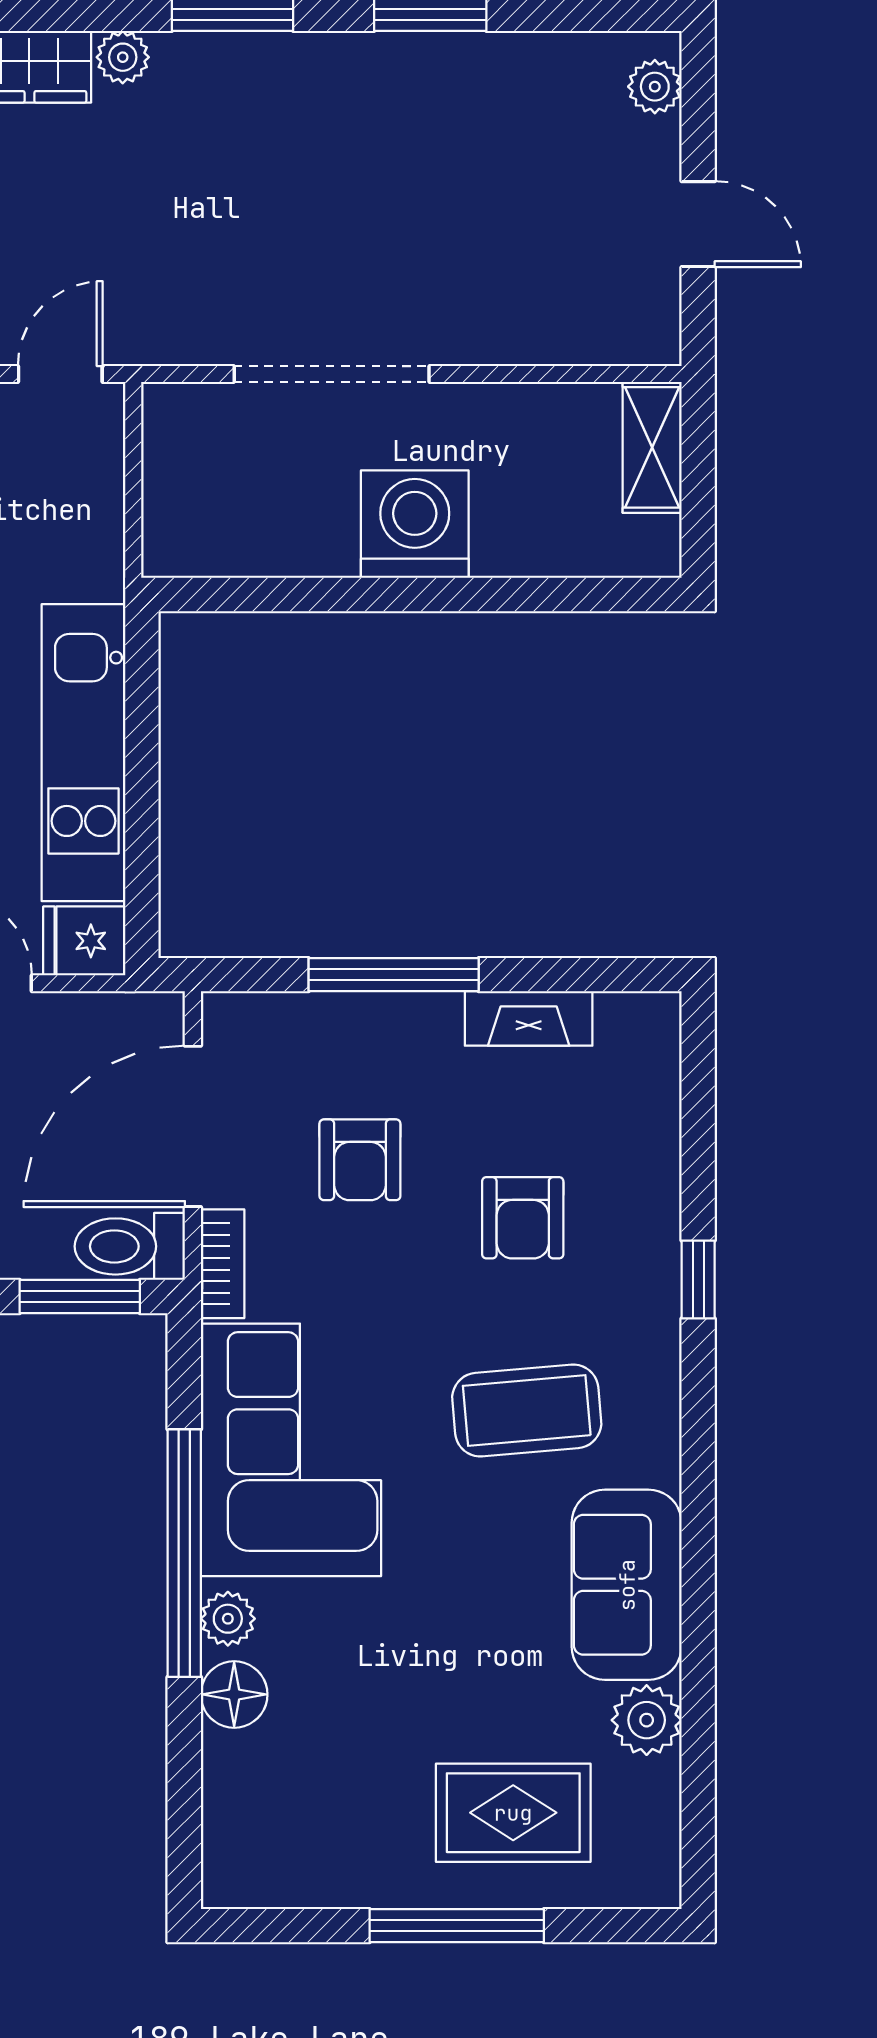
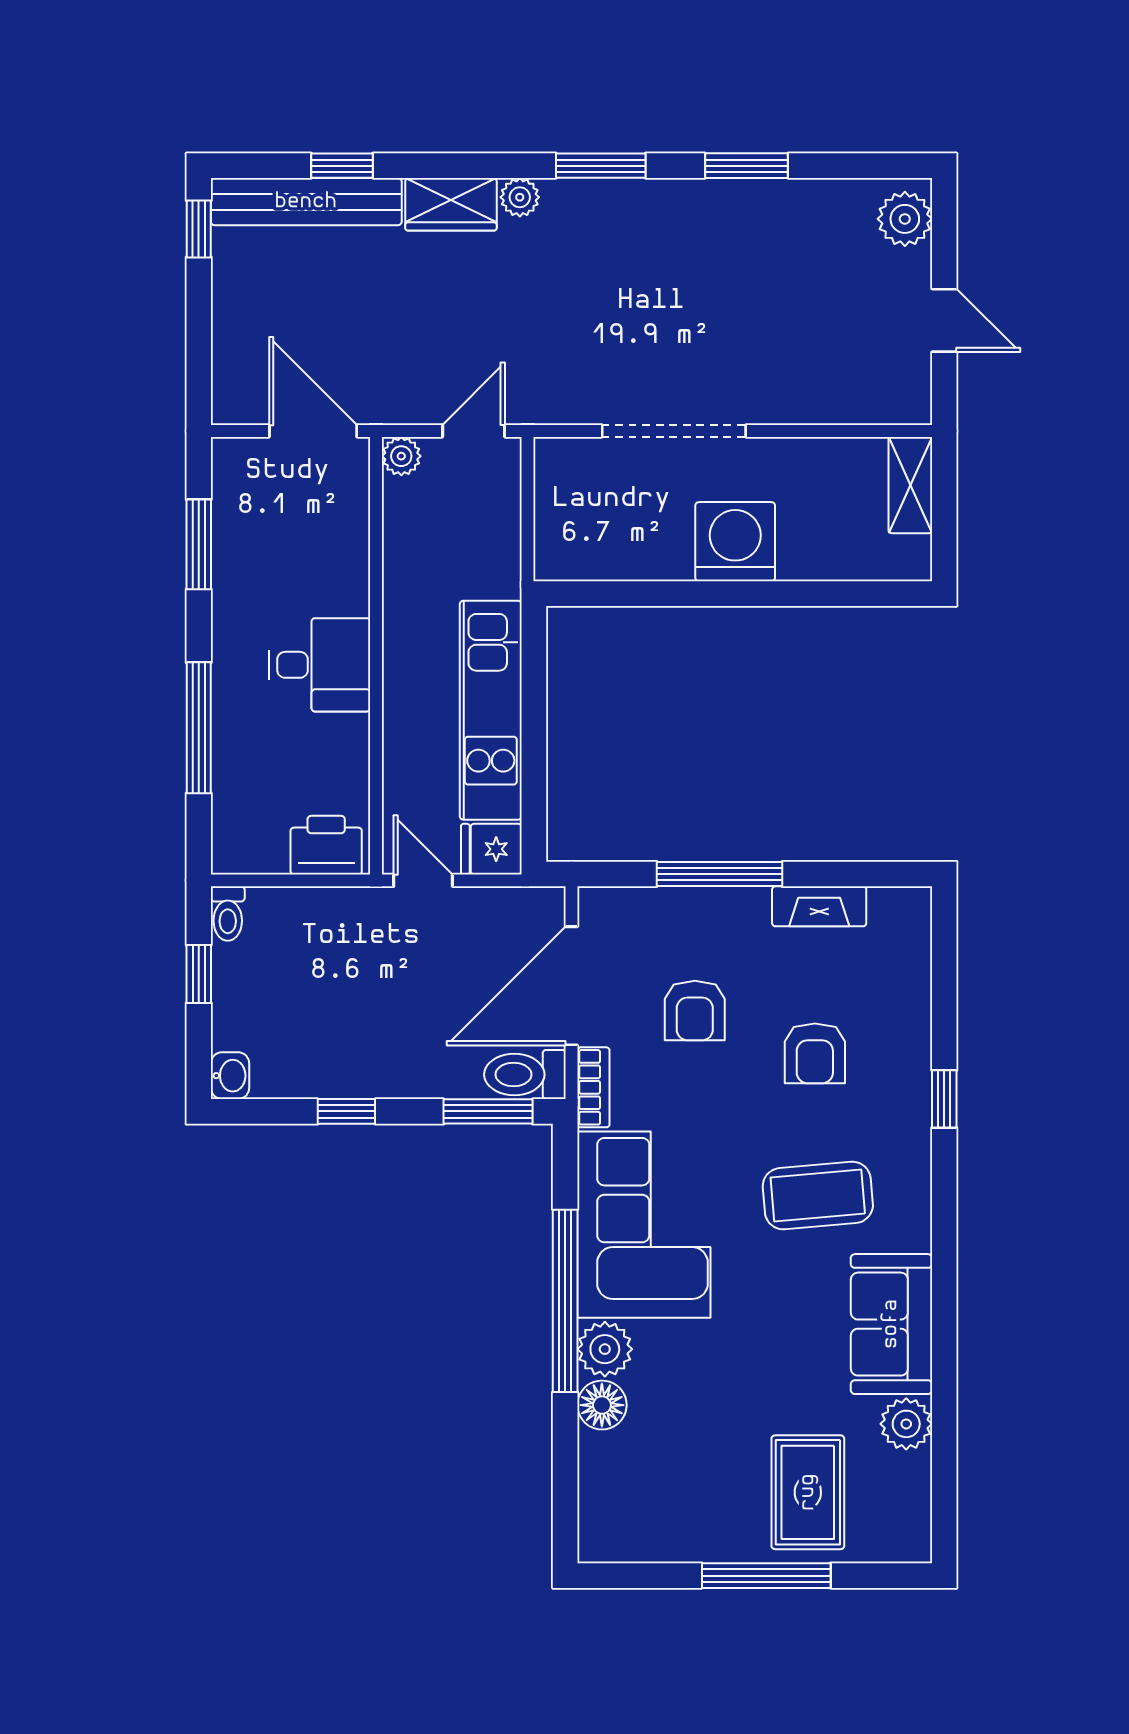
plant: (655, 87) -> (905, 219), width x1.38, depth x1.38
plant: (228, 1619) -> (605, 1349), width x1.38, depth x1.38
rug: (513, 1813) -> (808, 1492), turned 90

